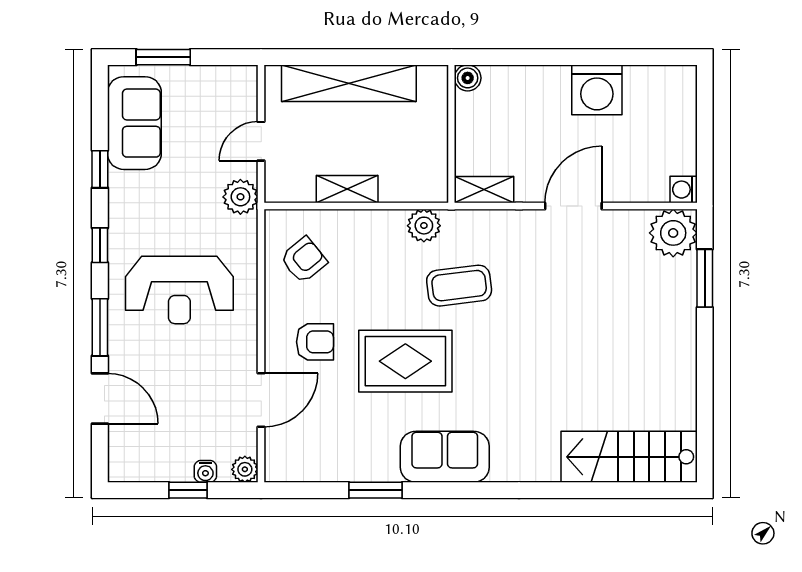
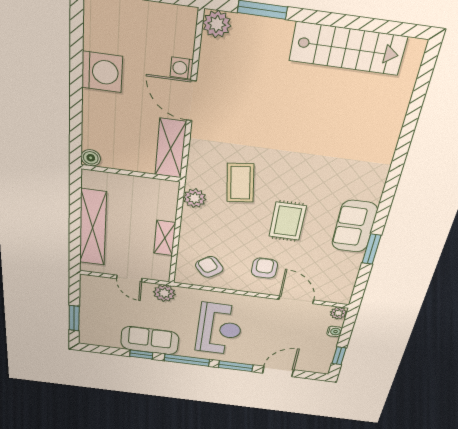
sofa: (134, 123) -> (150, 341), moved
shelving: (484, 190) -> (171, 148), width x1.50, depth x1.33
washing machine: (684, 190) -> (182, 68), moved, turned 90
plant: (673, 233) -> (217, 24), width x0.73, depth x0.73
window: (100, 245) -> (187, 360), width x2.17
rug: (405, 361) -> (288, 221), width x0.73, depth x0.70
sofa: (445, 457) -> (355, 227), moved
stairs: (629, 457) -> (348, 49), moved, turned -90
window: (188, 490) -> (339, 356), moved

